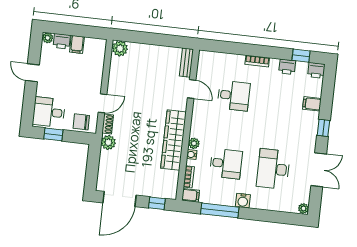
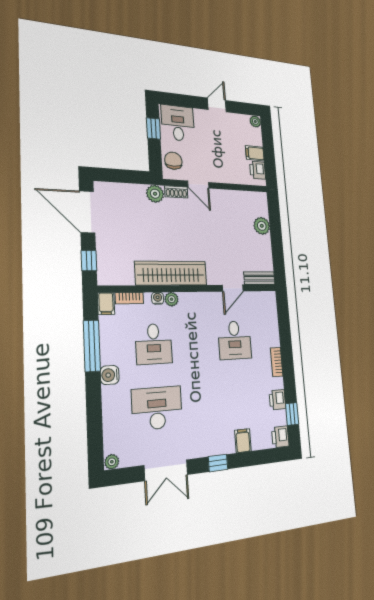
printer: (62, 41) -> (258, 170), moved
plant: (120, 48) -> (262, 226), moved

